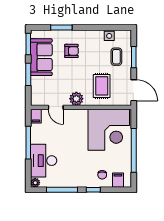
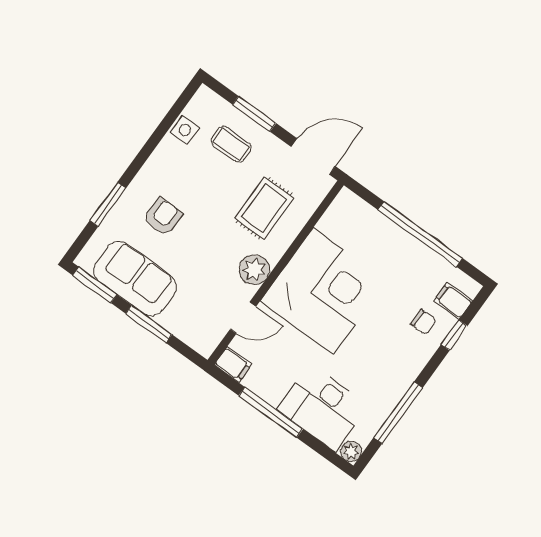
rug: (102, 86) -> (264, 208), turned 90
corner desk: (109, 130) -> (323, 291), moved
window: (93, 190) -> (454, 335), moved

